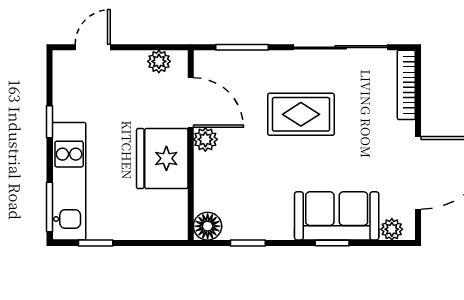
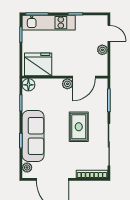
plant: (159, 61) -> (102, 50), moved
fridge: (162, 158) -> (38, 64), moved
sofa: (337, 216) -> (33, 136), width x1.36

